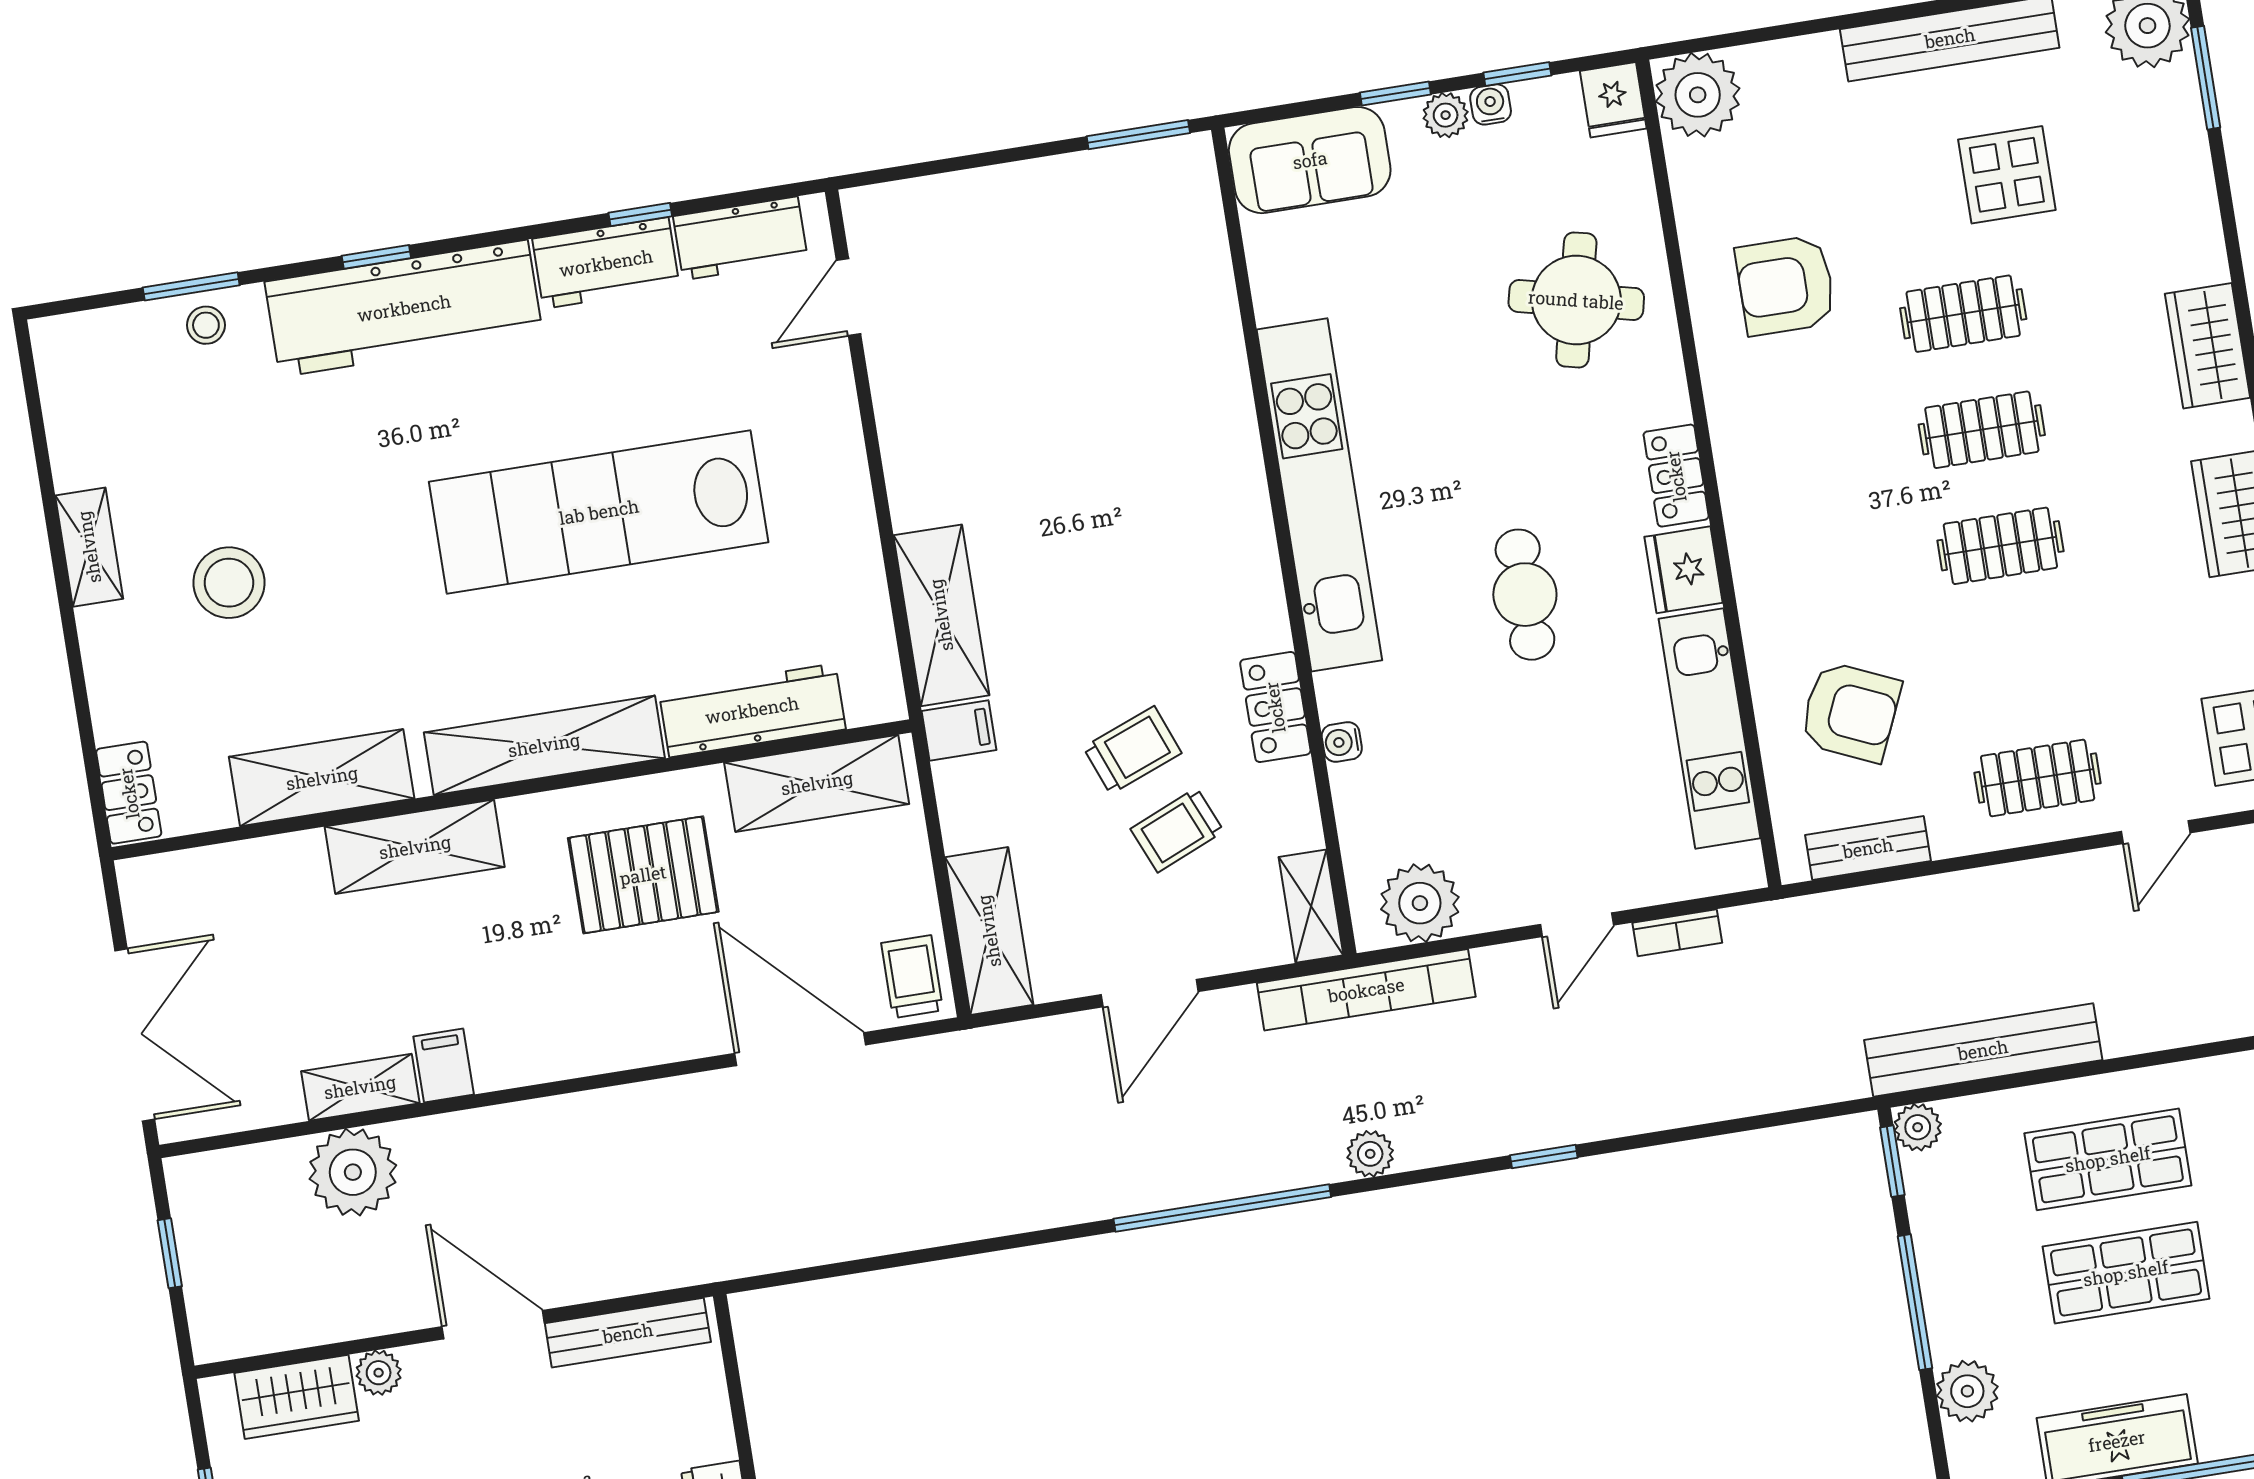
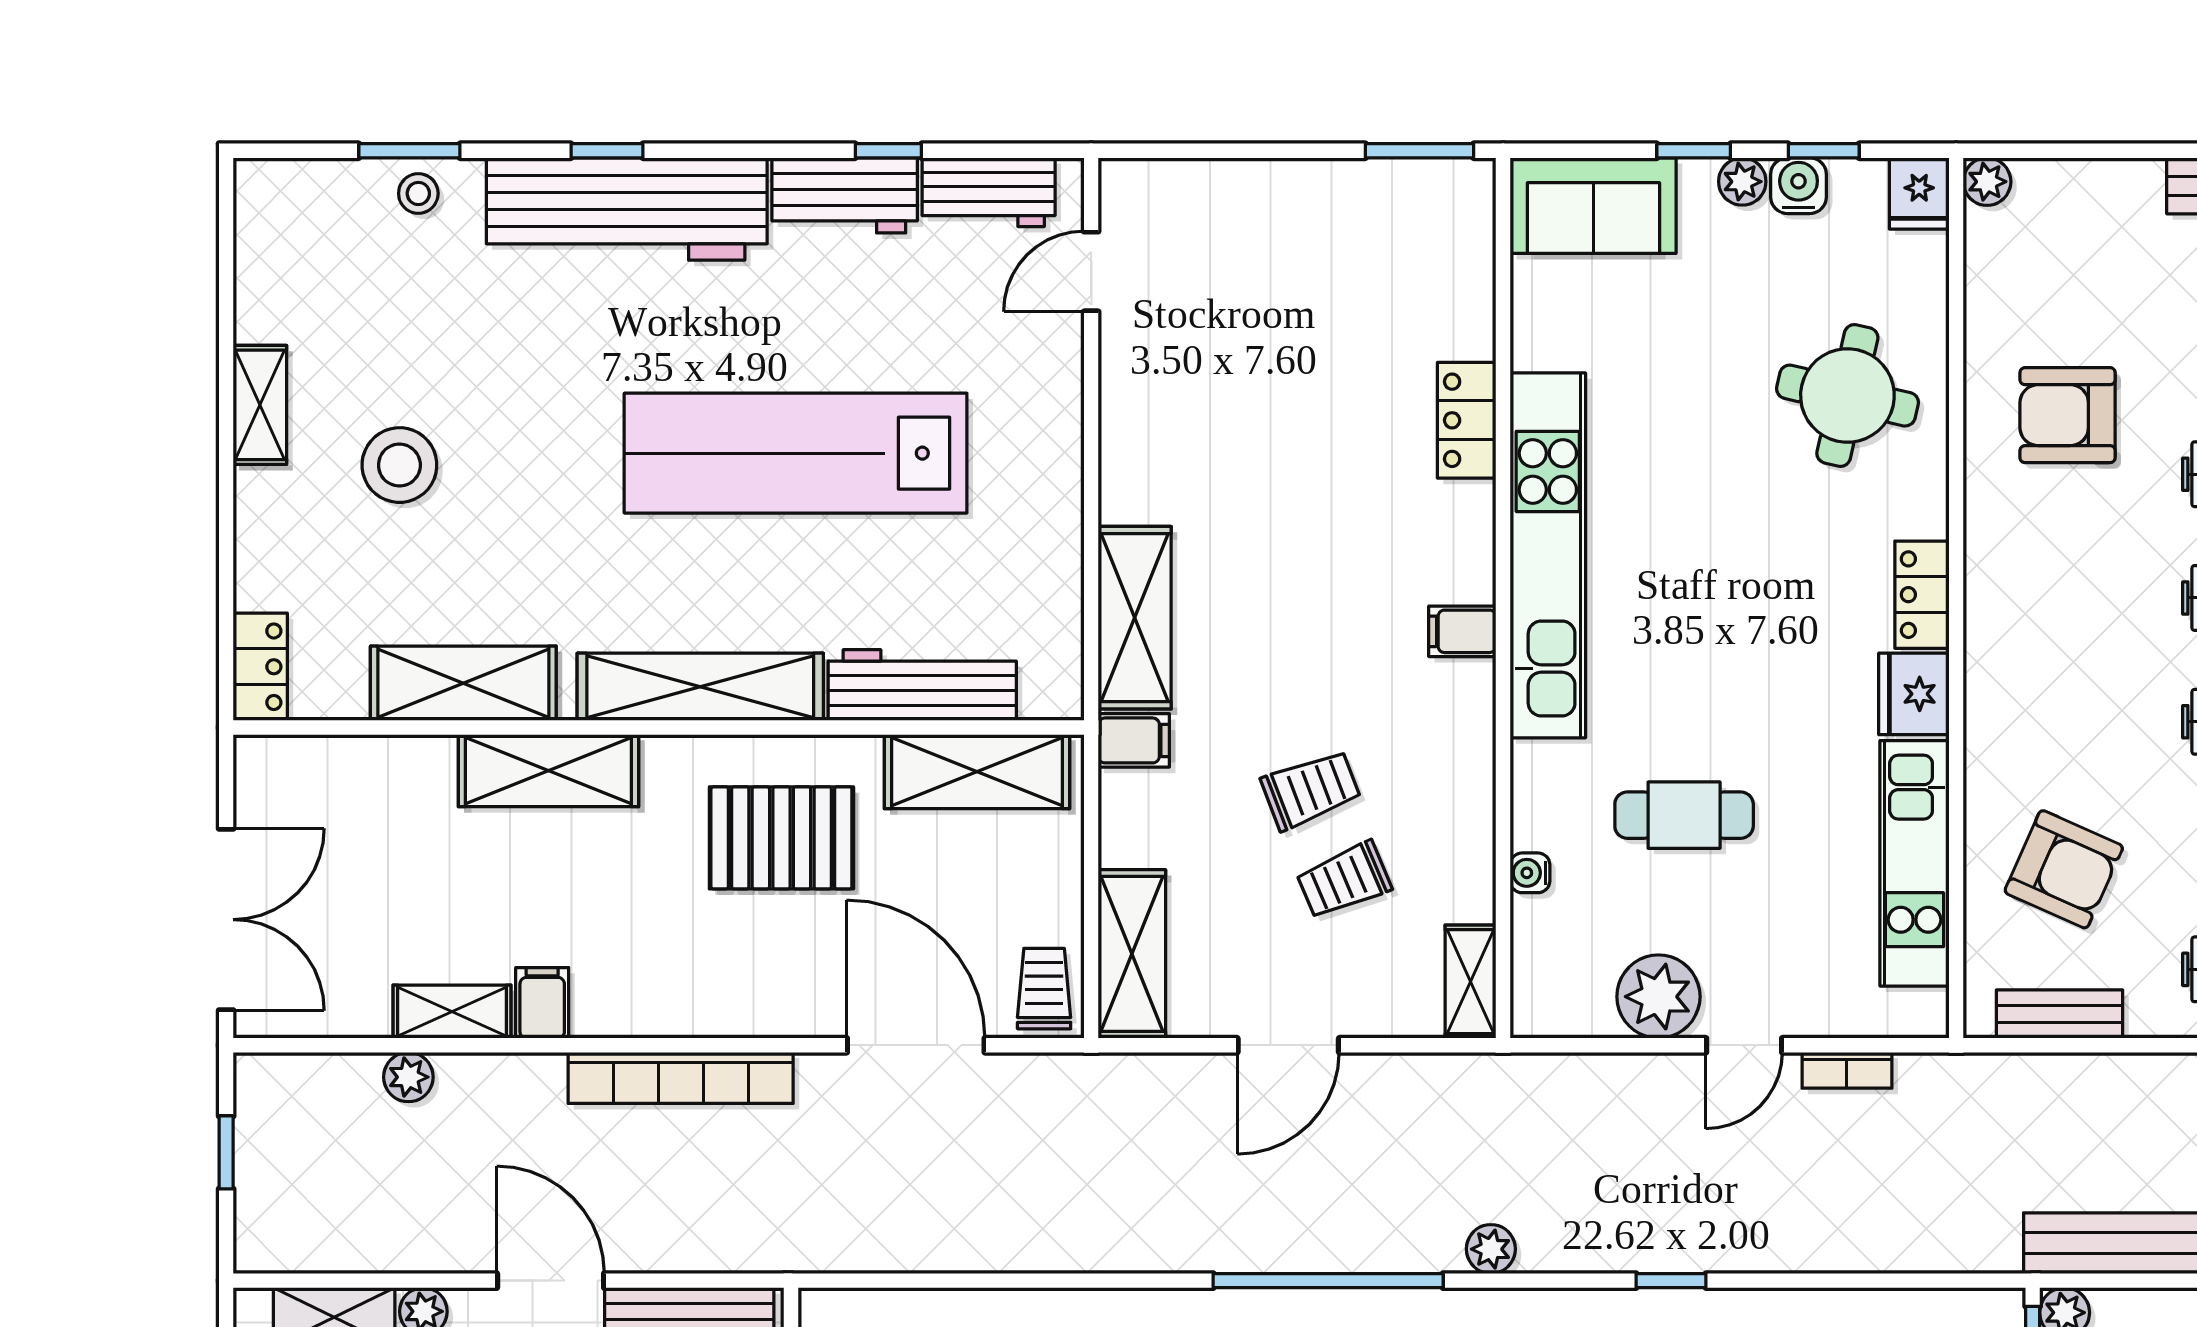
plant: (1698, 95) -> (1987, 182), width x0.53, depth x0.53
water cooler: (1491, 104) -> (1799, 186), width x1.38, depth x1.38
filing cabinet: (1251, 579) -> (1462, 631), added
cafe table: (1525, 595) -> (1684, 815), moved, turned 90
locker: (1275, 707) -> (1467, 420), moved
water cooler: (1342, 742) -> (1530, 873), moved
plant: (1420, 903) -> (1658, 997), moved
bookcase: (1366, 990) -> (681, 1078), moved
plant: (353, 1172) -> (408, 1077), width x0.53, depth x0.53

